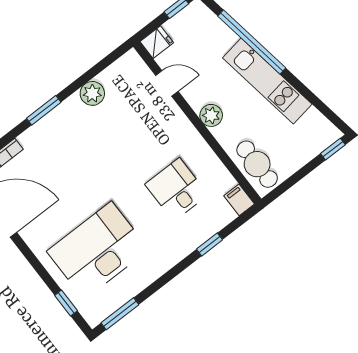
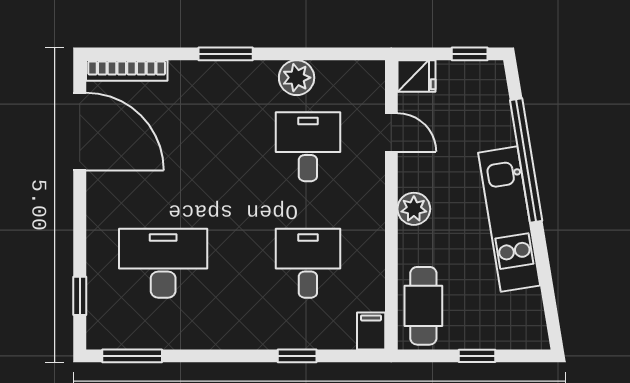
desk: (127, 126) -> (308, 147), added
window: (333, 149) -> (477, 356), moved
desk: (98, 250) -> (163, 263), width x0.73, depth x0.77

